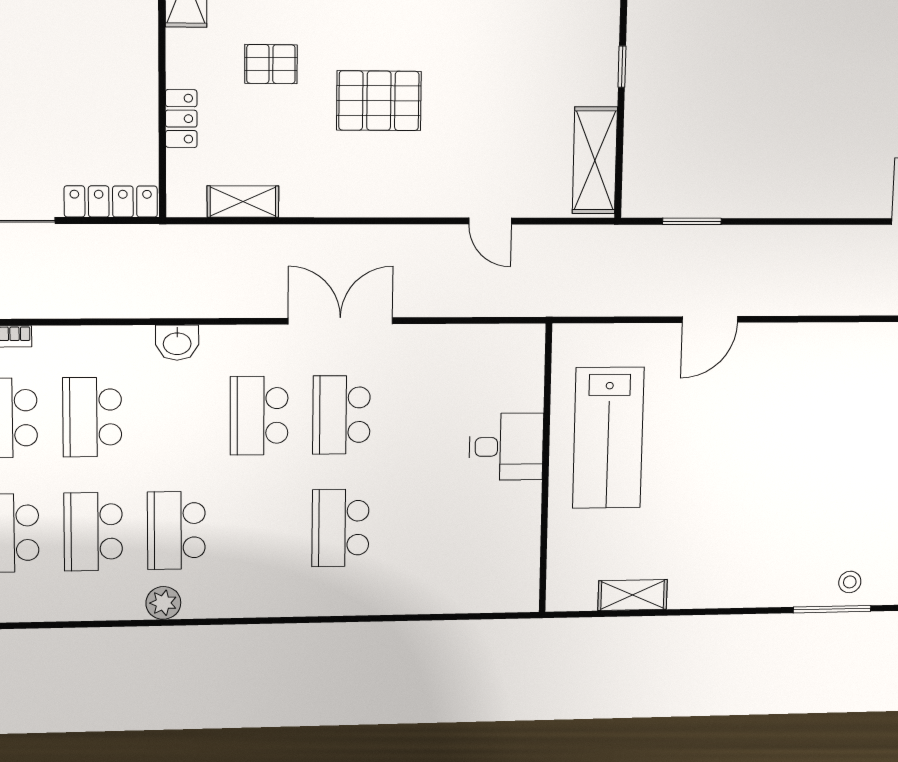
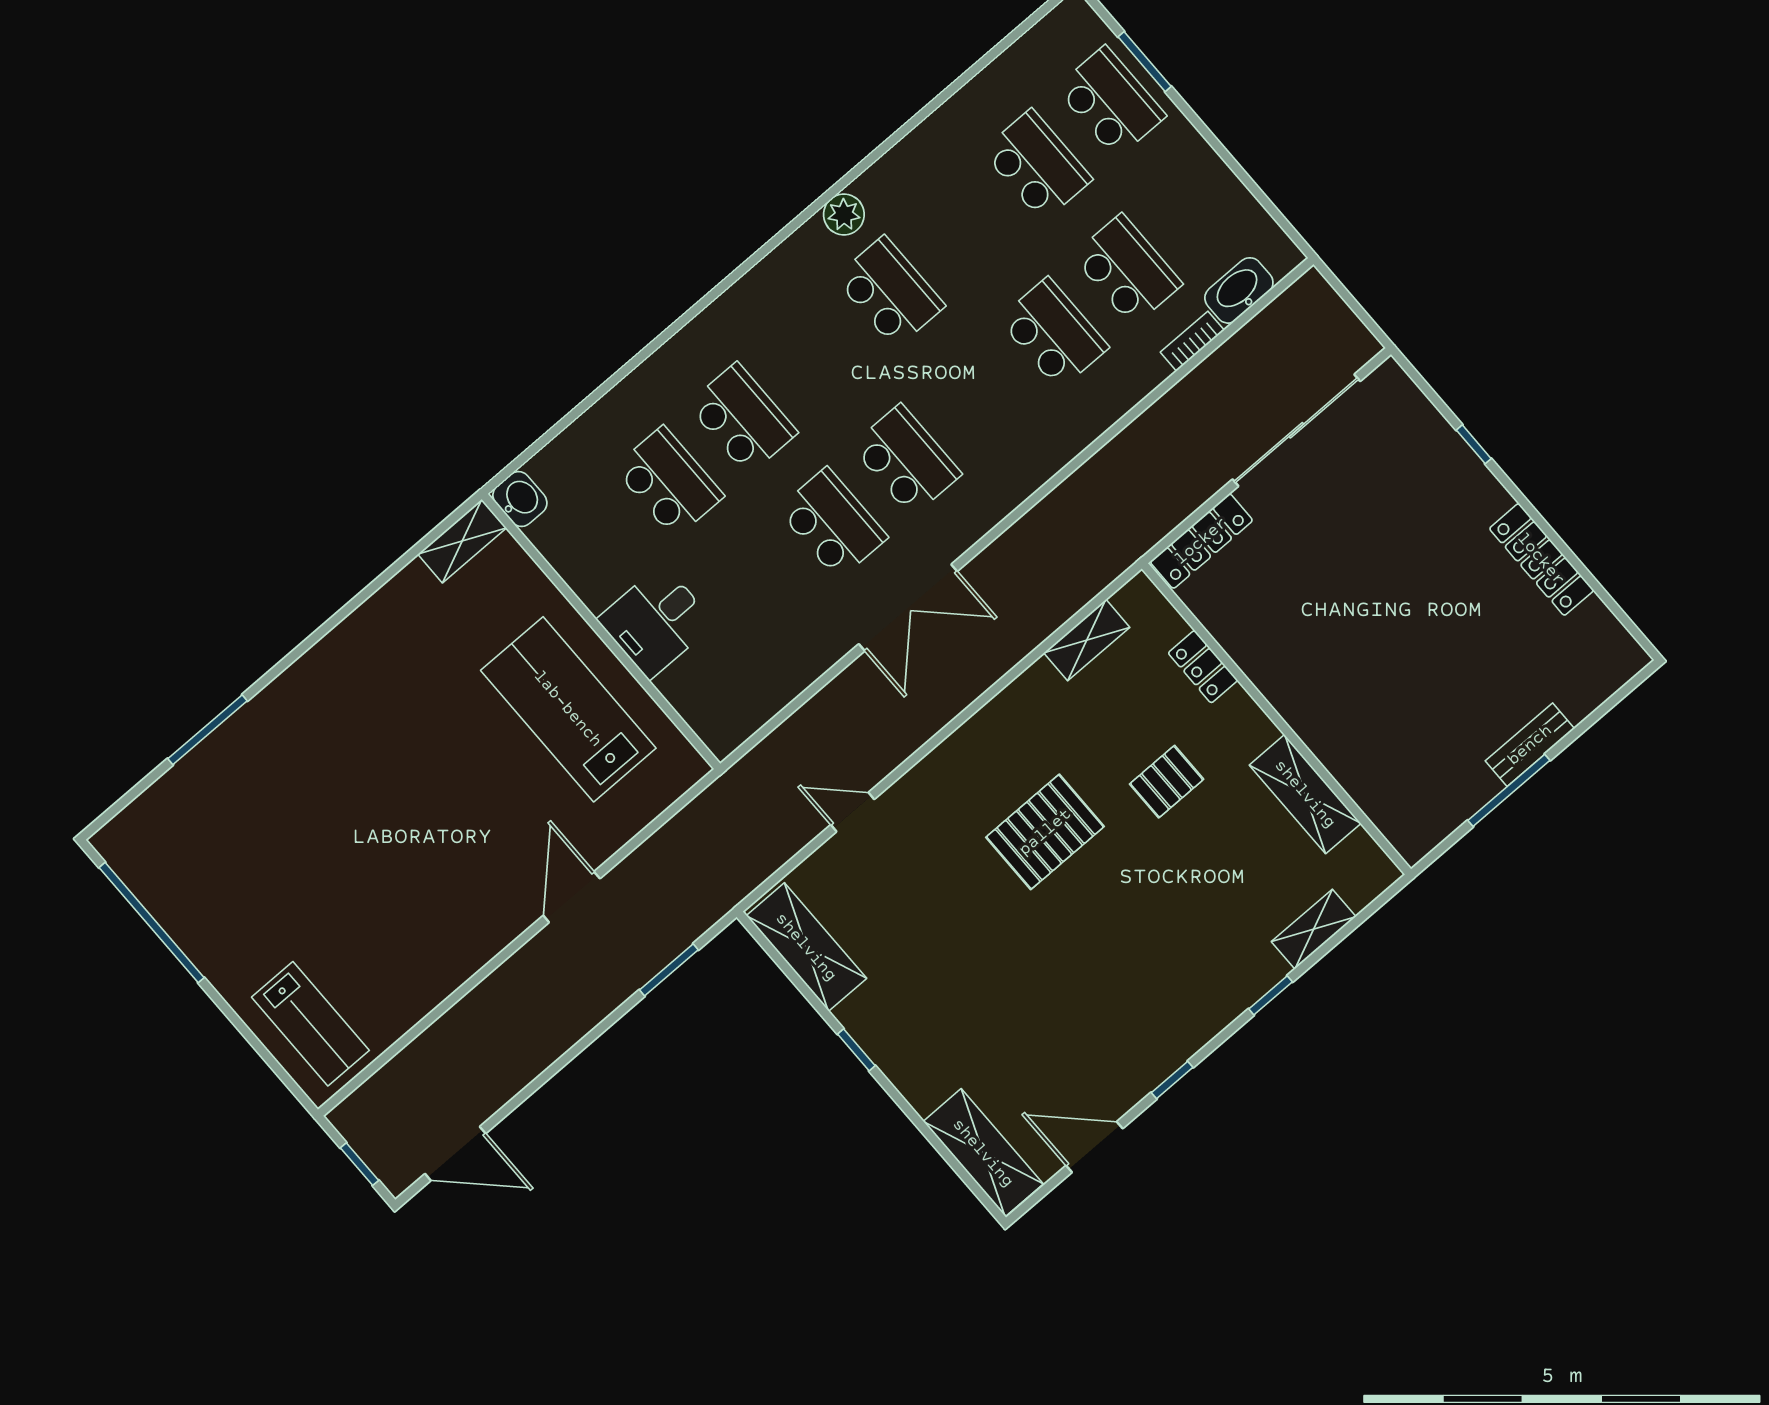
washbasin: (177, 343) -> (520, 499), moved, turned 90
school desk: (93, 532) -> (669, 482), moved
stool: (850, 582) -> (214, 769), removed
shelving: (633, 595) -> (462, 541), moved

